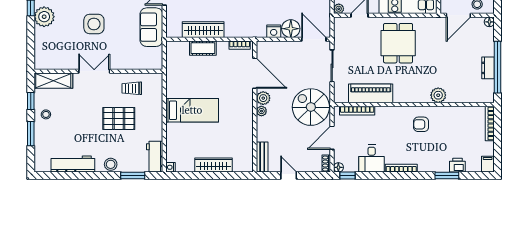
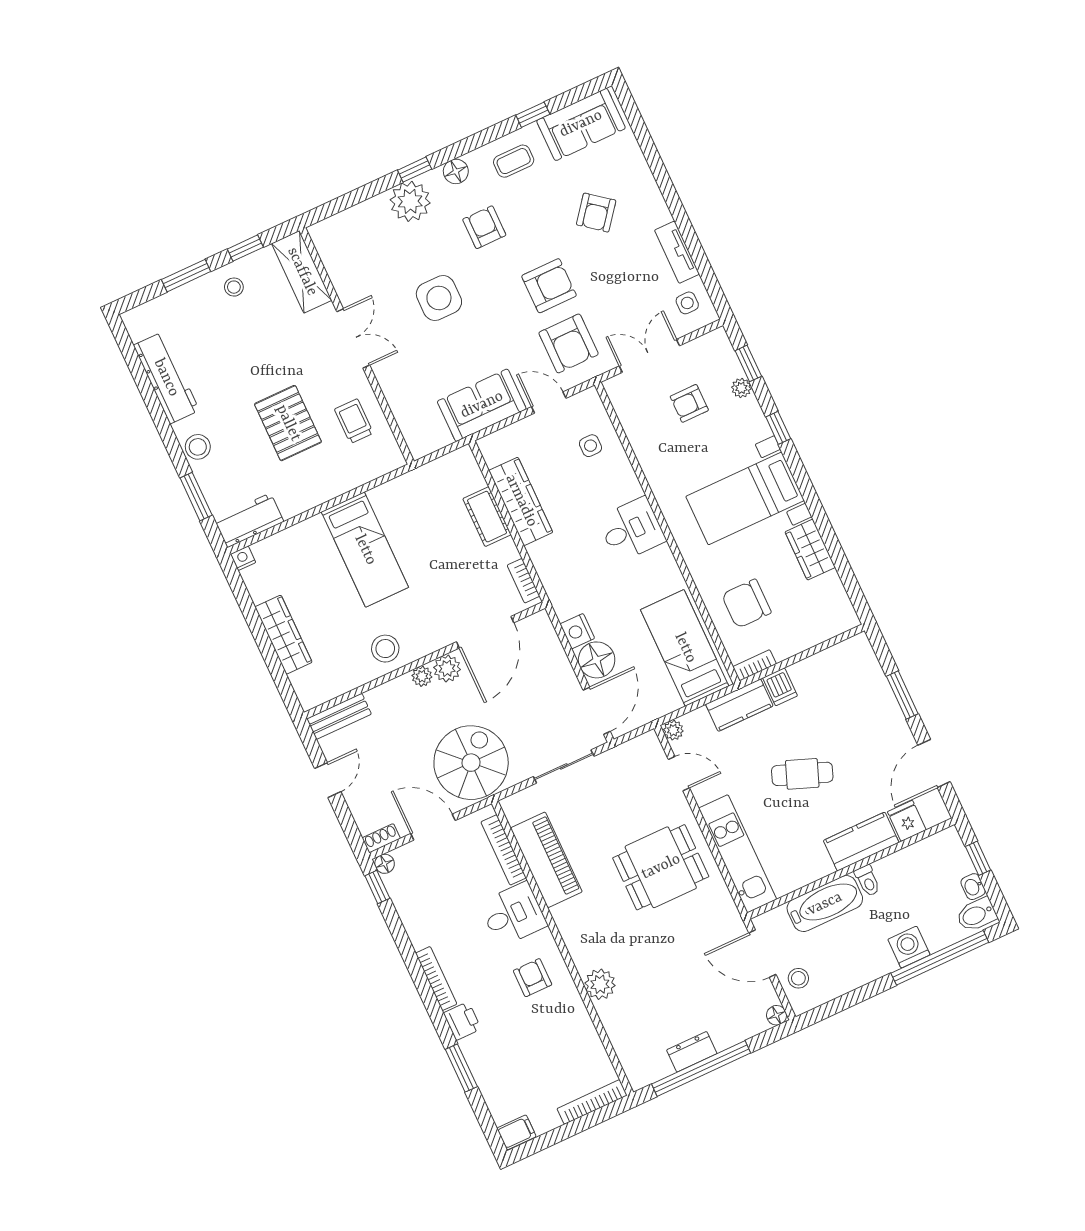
stool: (241, 122) -> (385, 649), added
desk: (372, 159) -> (513, 914), moved, turned 180
printer: (457, 165) -> (462, 1021), moved

